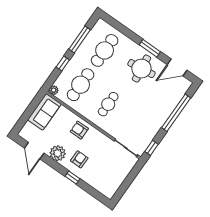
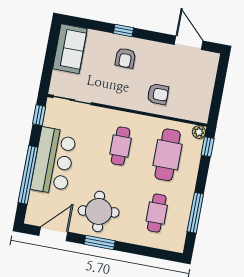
cafe table: (105, 50) -> (157, 213), width x0.73, depth x0.74
window: (63, 63) -> (208, 147), moved
sofa: (44, 112) -> (70, 49), moved, turned 180
bar counter: (156, 114) -> (54, 161), added
armchair: (79, 130) -> (158, 94), moved
plant: (58, 153) -> (157, 53), removed

